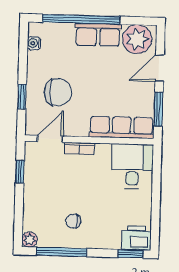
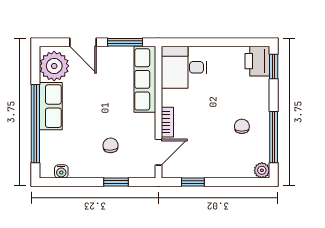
chair: (58, 92) -> (111, 145), width x0.54, depth x0.54
door: (50, 139) -> (158, 152), swing flipped
chair: (73, 221) -> (242, 126), turned 180

